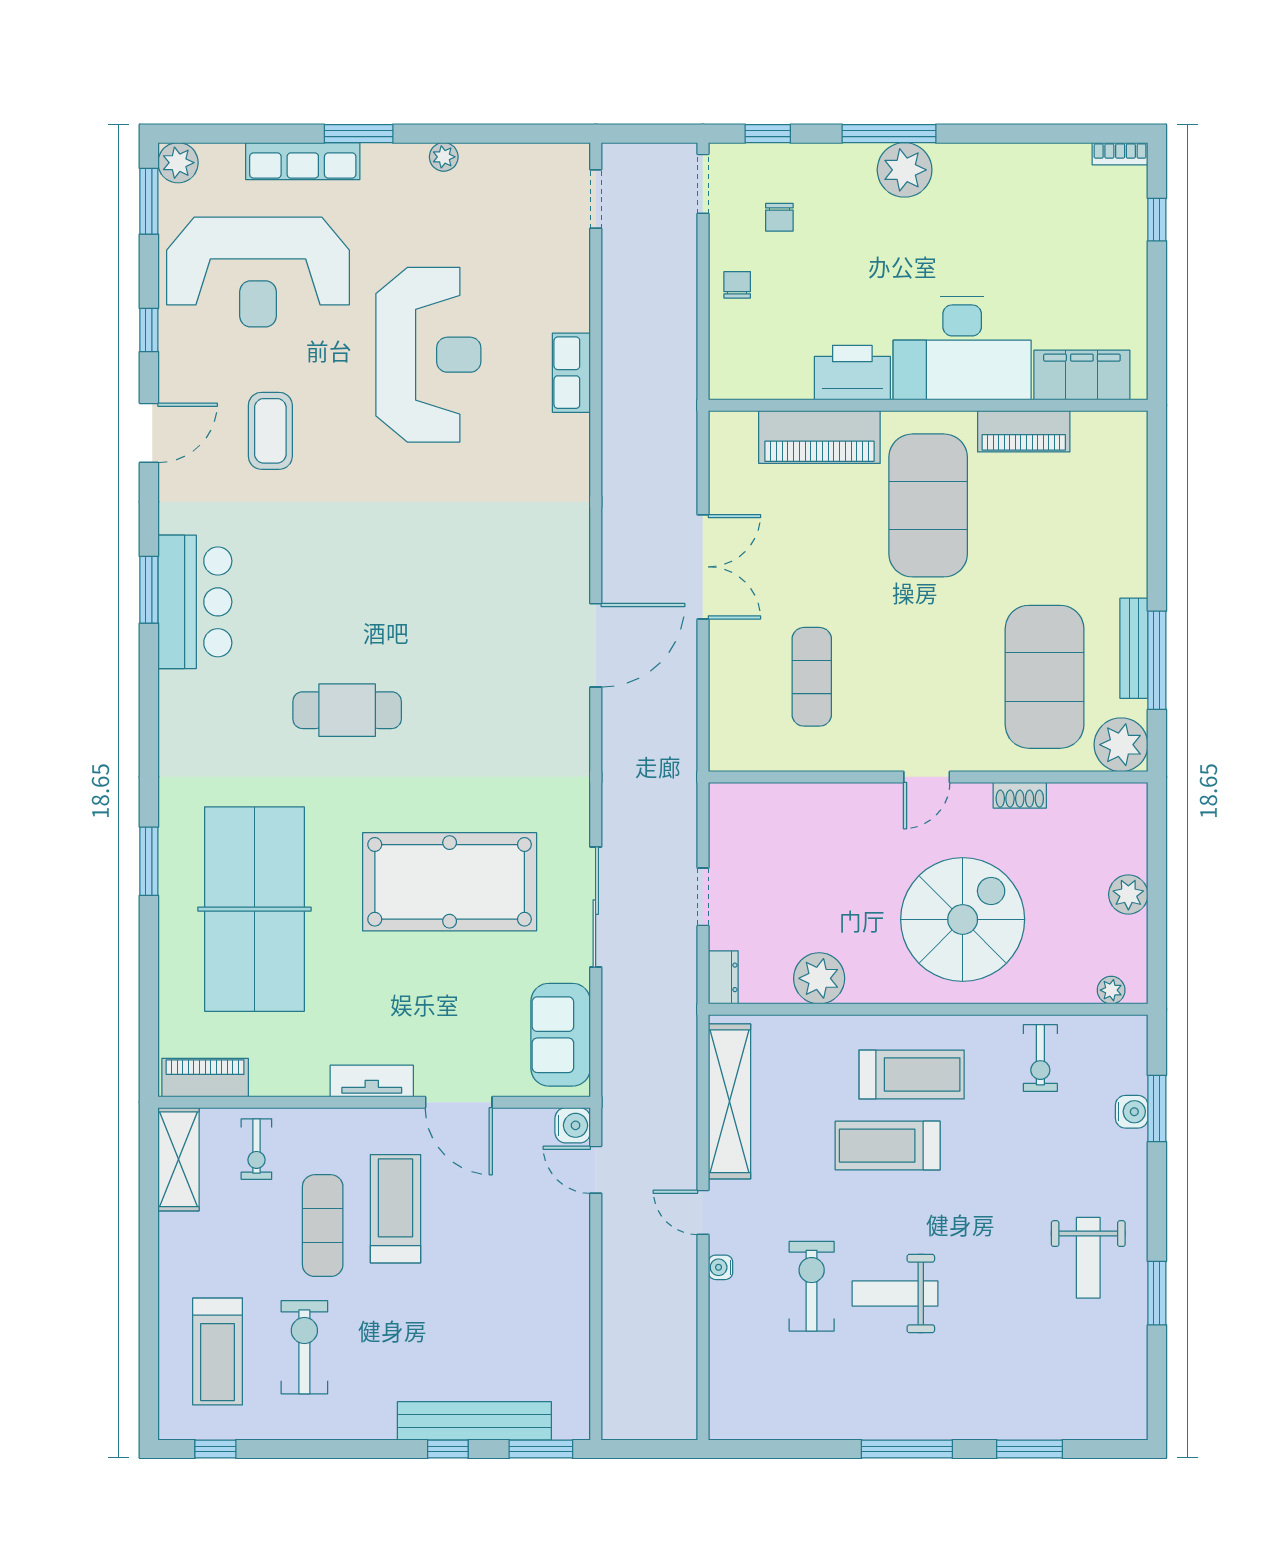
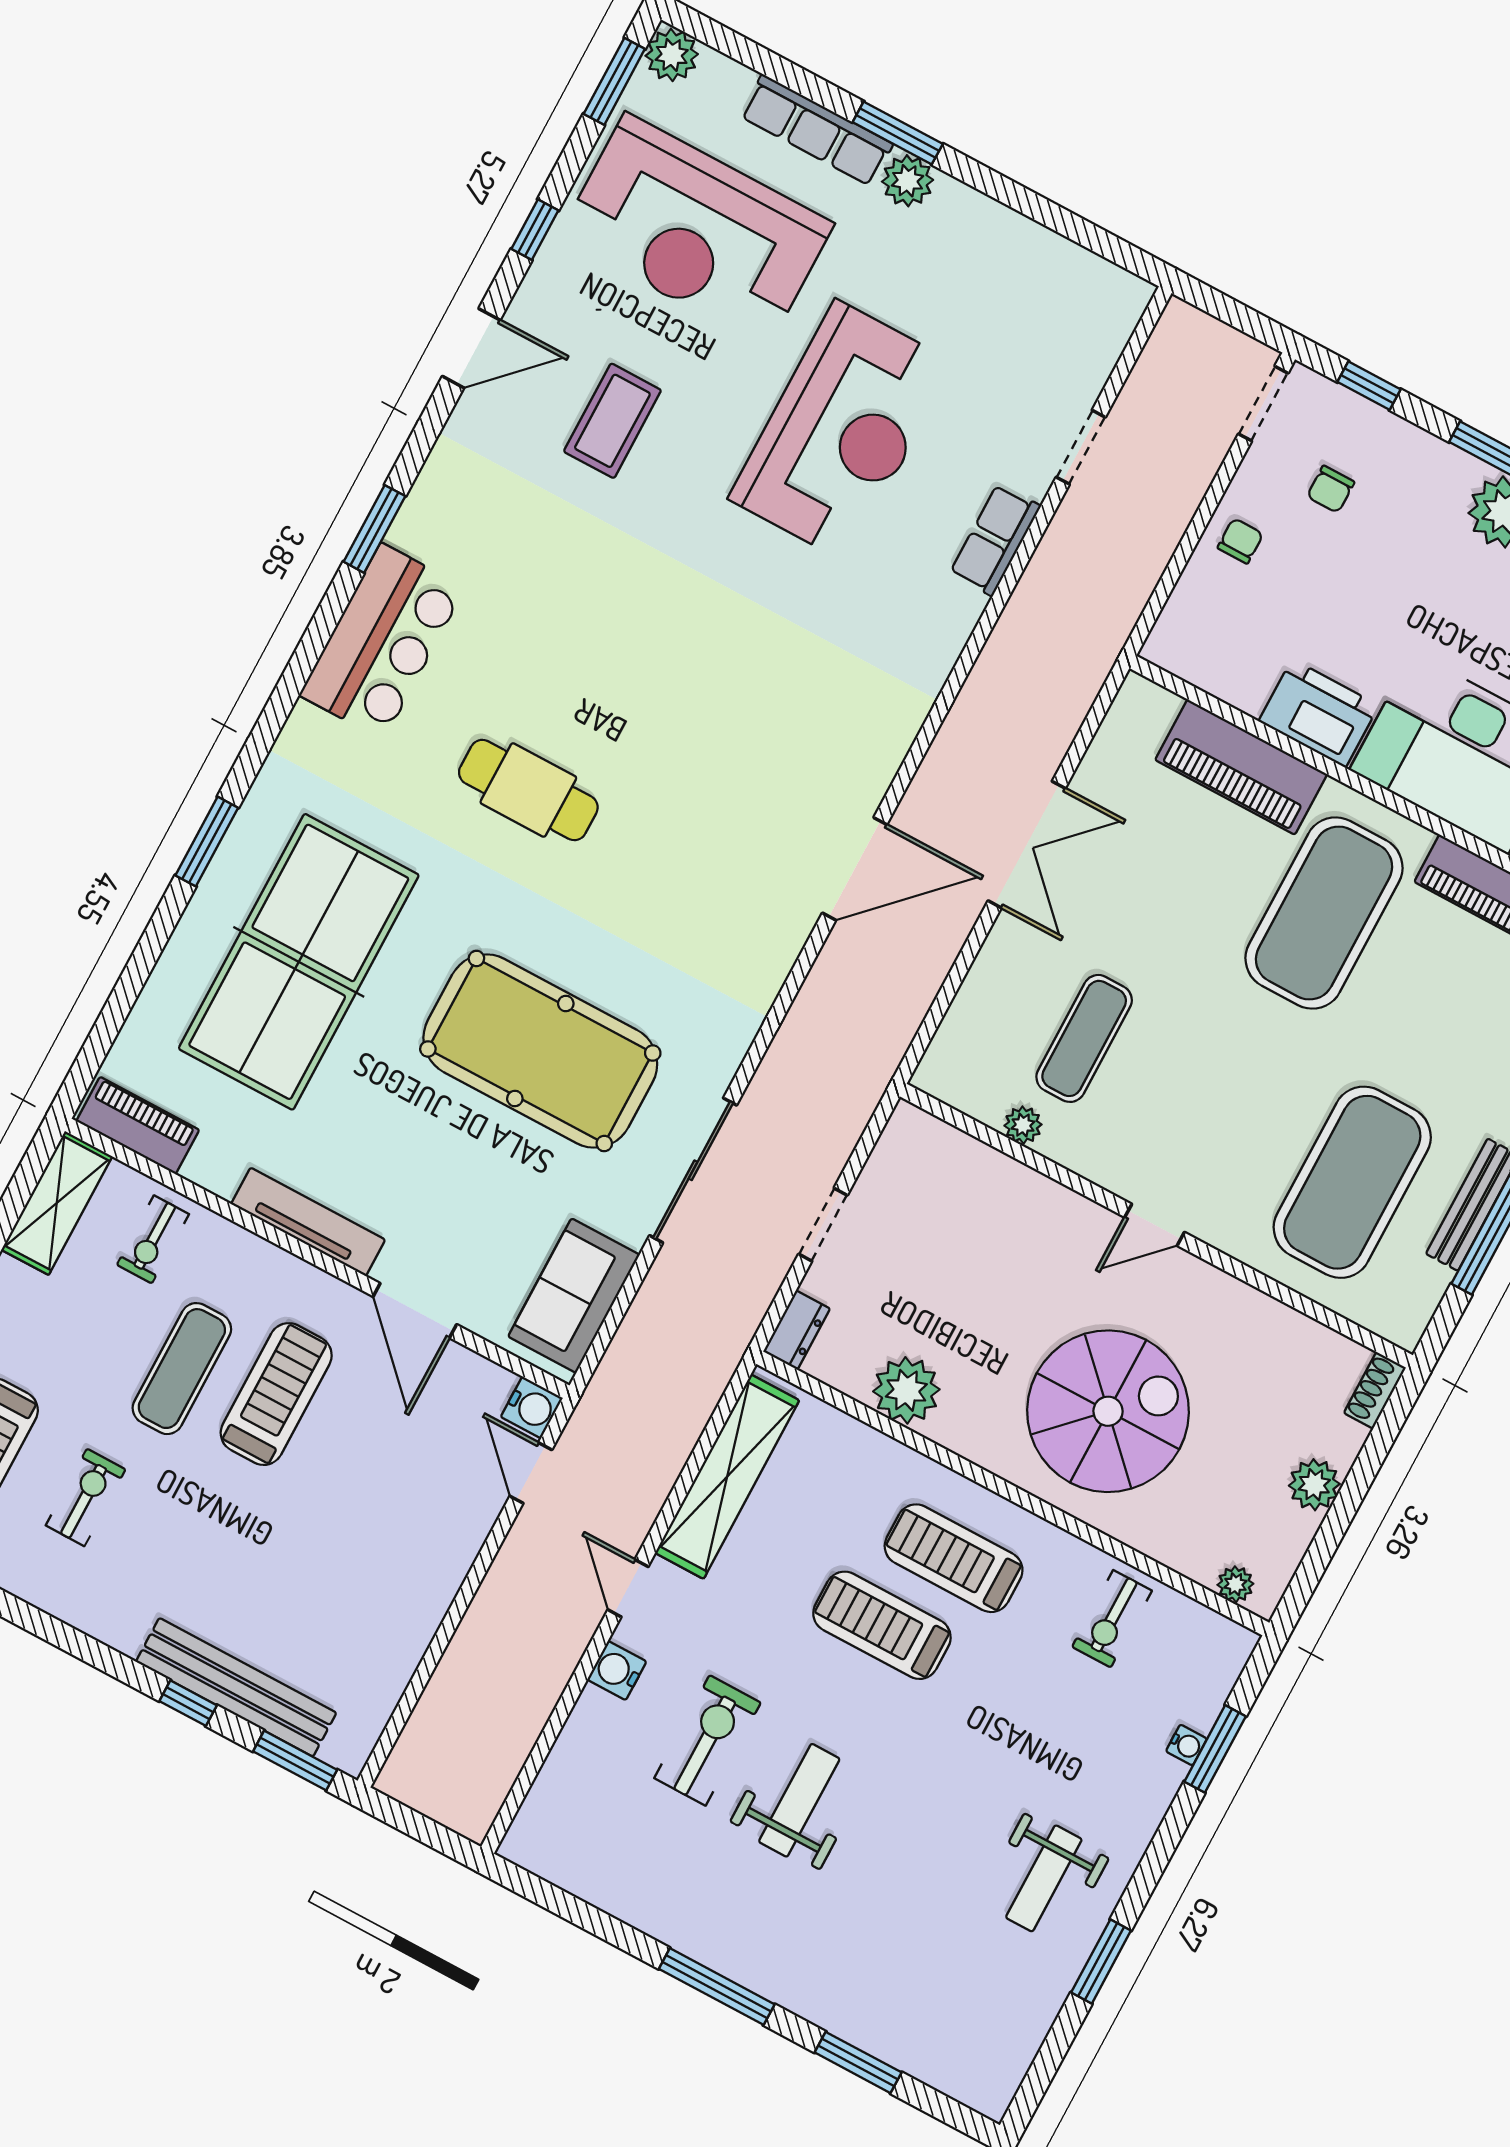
plant: (444, 157) -> (908, 181), moved, width x1.38, depth x1.38
doorway: (596, 199) -> (1081, 447), moved
bar counter: (195, 602) -> (382, 641), moved
plant: (1121, 745) -> (1023, 1125), moved, width x0.53, depth x0.53
shoe rack: (1020, 795) -> (1375, 1390), moved, turned 90
treadmill: (912, 1074) -> (954, 1558), turned 180
tv unit: (372, 1081) -> (308, 1222), width x1.41
water cooler: (1132, 1112) -> (1186, 1745), width x0.72, depth x0.72
water cooler: (721, 1267) -> (617, 1671), width x1.38, depth x1.38
weight bench: (895, 1293) -> (799, 1800), turned 90
exercise bike: (304, 1347) -> (86, 1497), width x0.73, depth x0.72

